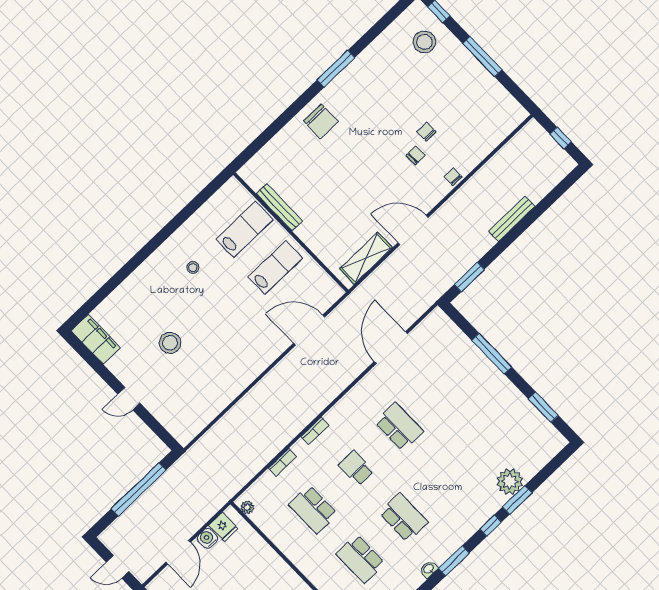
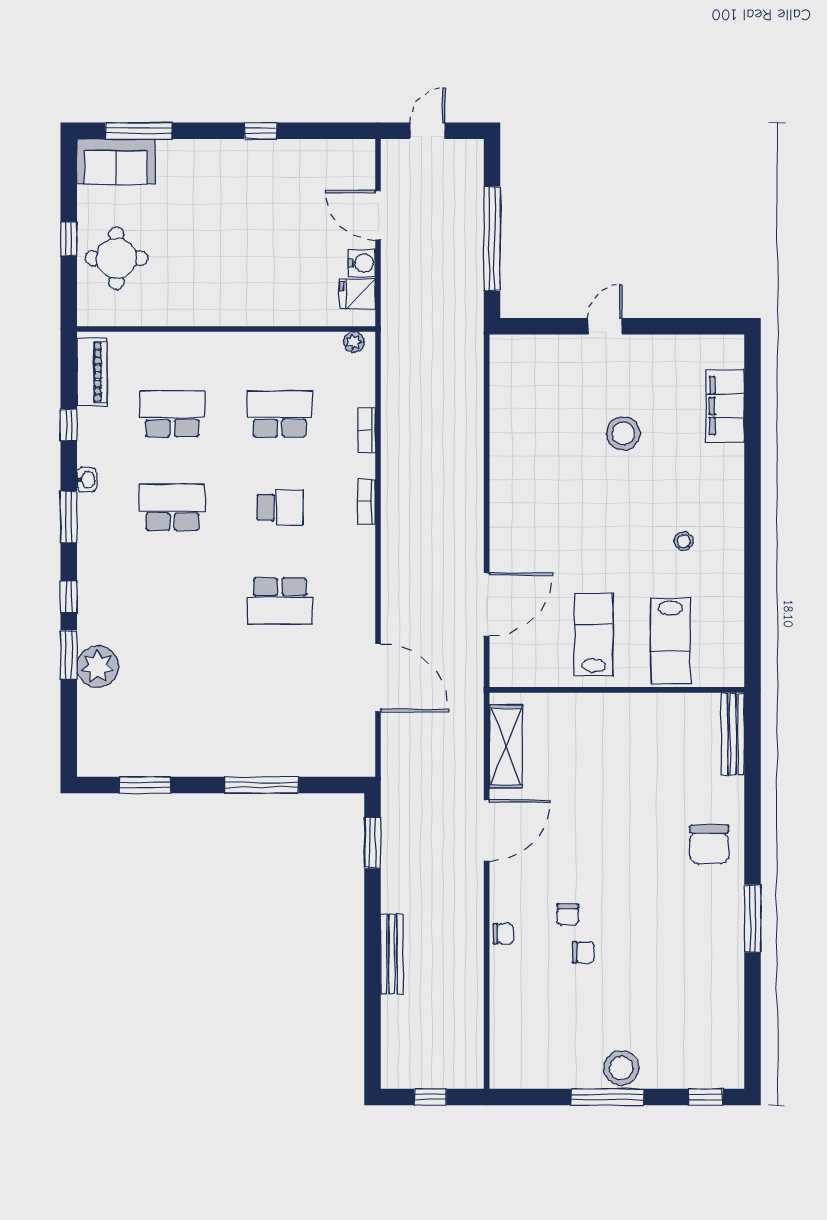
stool: (424, 42) -> (621, 1068), moved
chair: (321, 121) -> (709, 845), turned -90
bench: (279, 207) -> (733, 734), moved, turned 90
lab bench: (275, 268) -> (594, 634), turned 180
filing cabinet: (96, 339) -> (725, 406), moved, turned 90
school desk: (404, 517) -> (172, 507), turned 180

